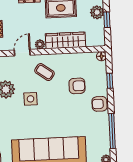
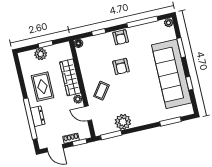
armchair: (77, 86) -> (121, 66), moved, turned 180
side table: (30, 99) -> (127, 99), removed

